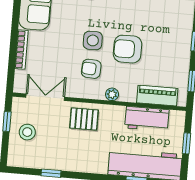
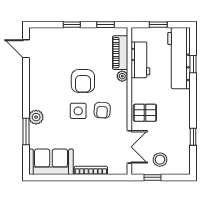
plant: (112, 94) -> (122, 76), moved
double door: (45, 97) -> (129, 147), swing flipped
pallet: (84, 119) -> (145, 113), turned 90

